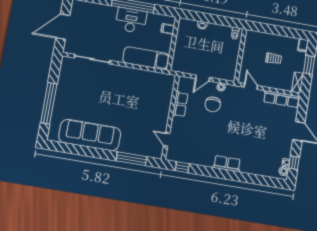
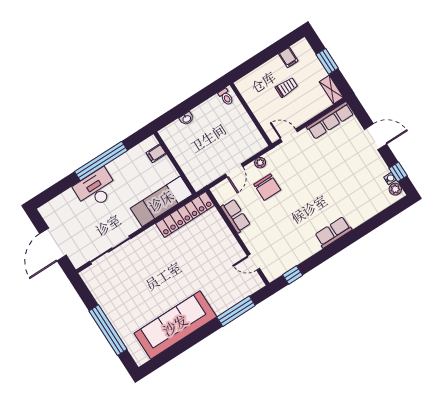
desk: (131, 20) -> (96, 189), moved
filing cabinet: (303, 45) -> (288, 57), moved
locker: (153, 78) -> (185, 214), added

